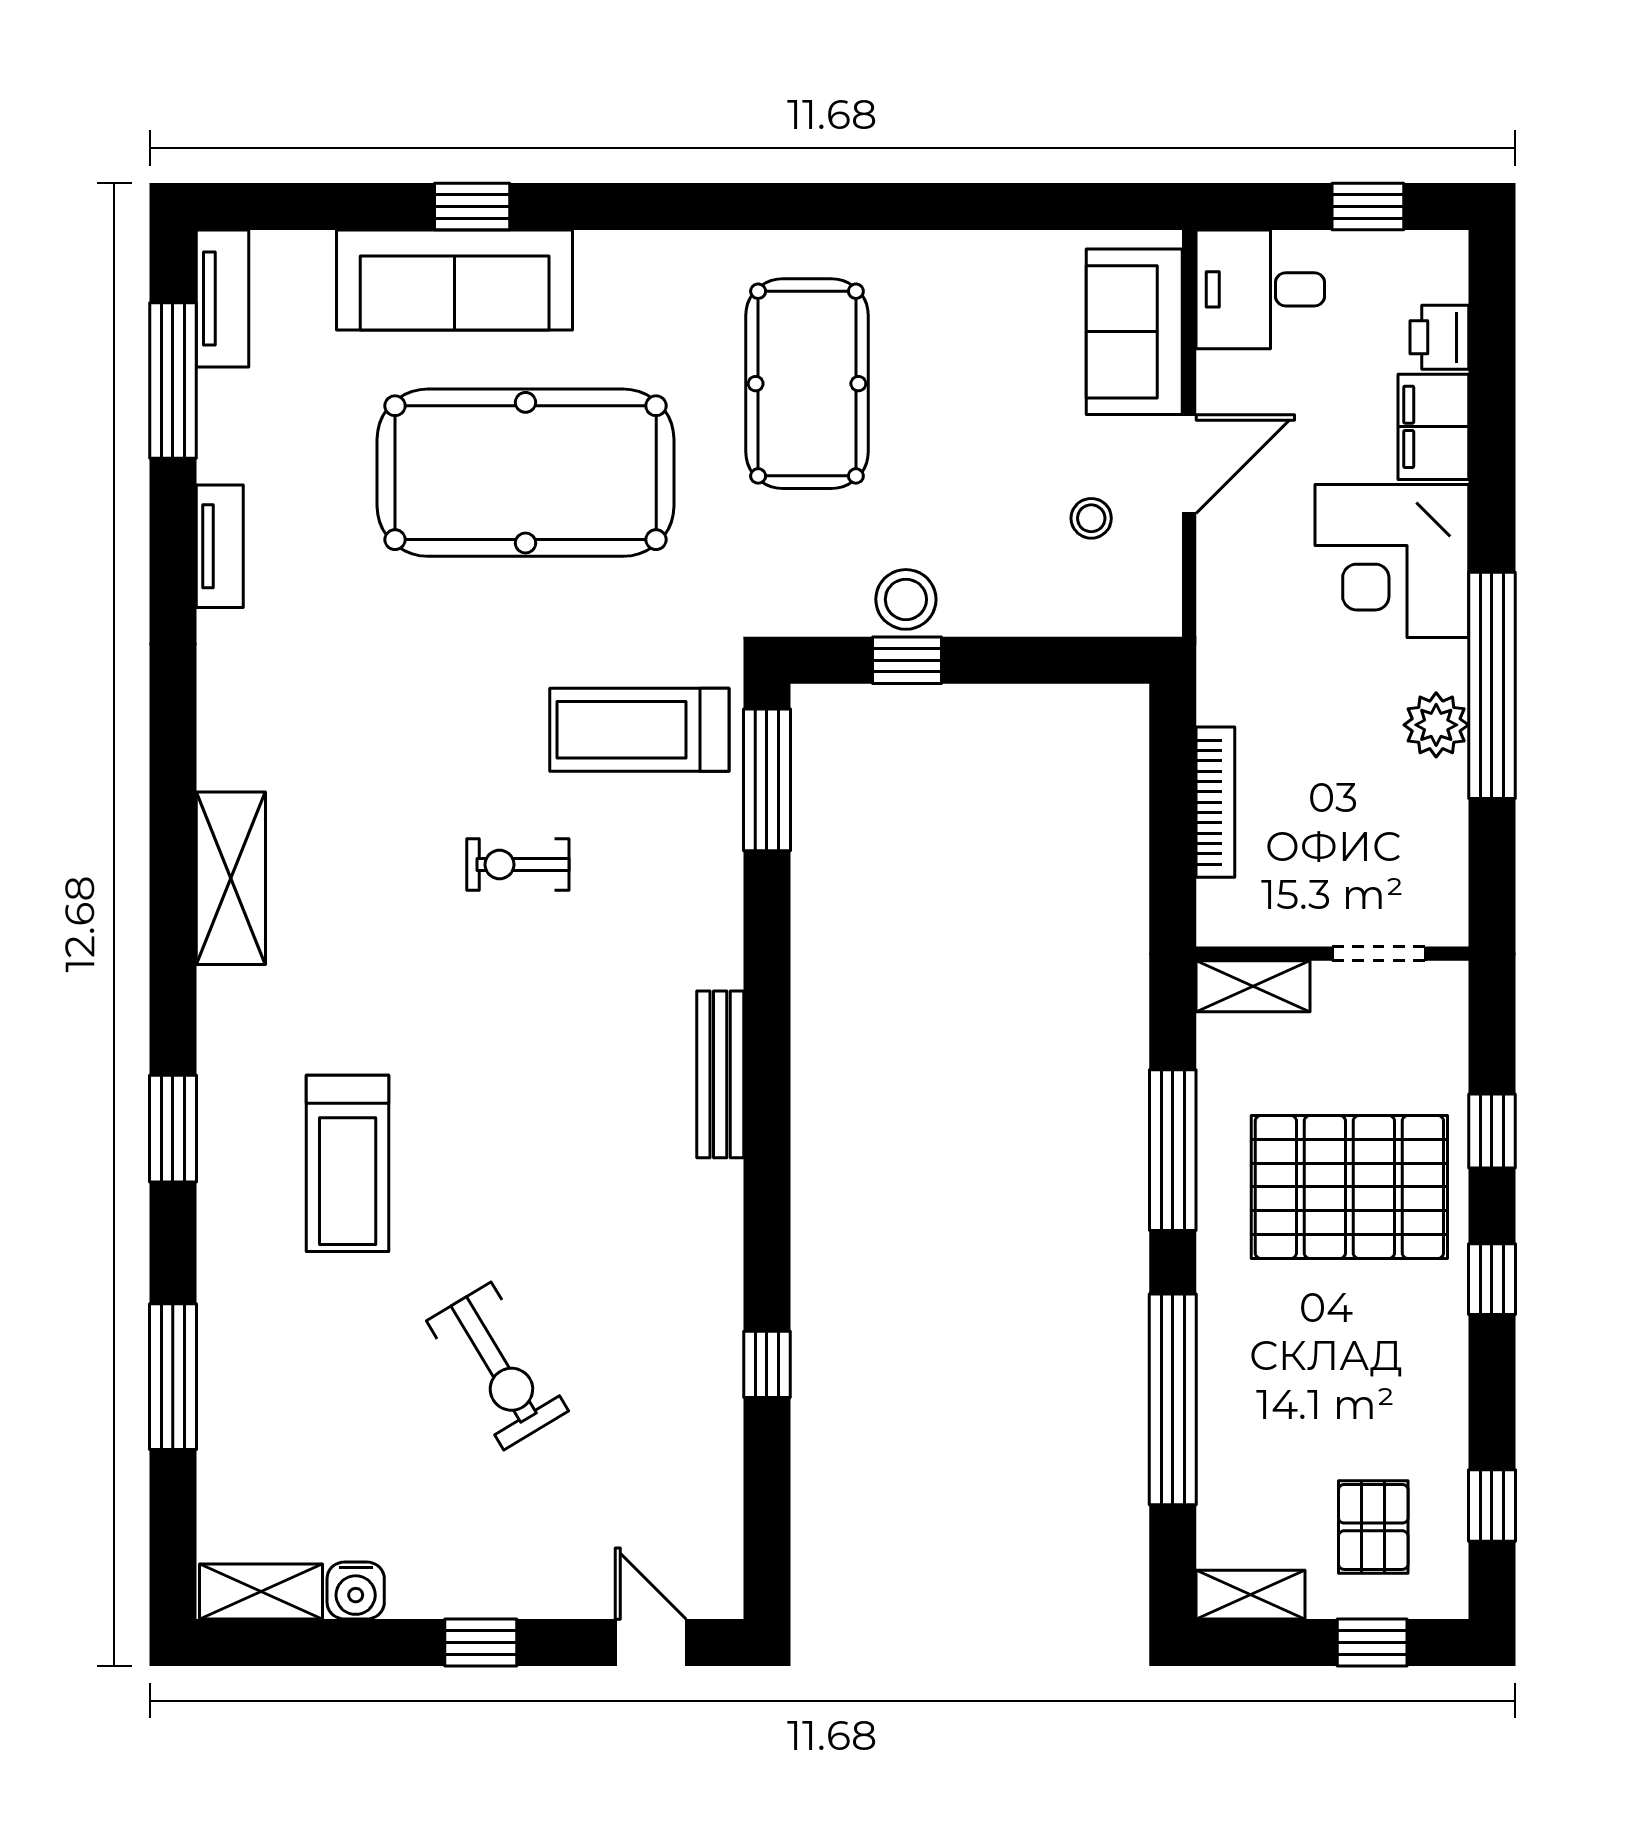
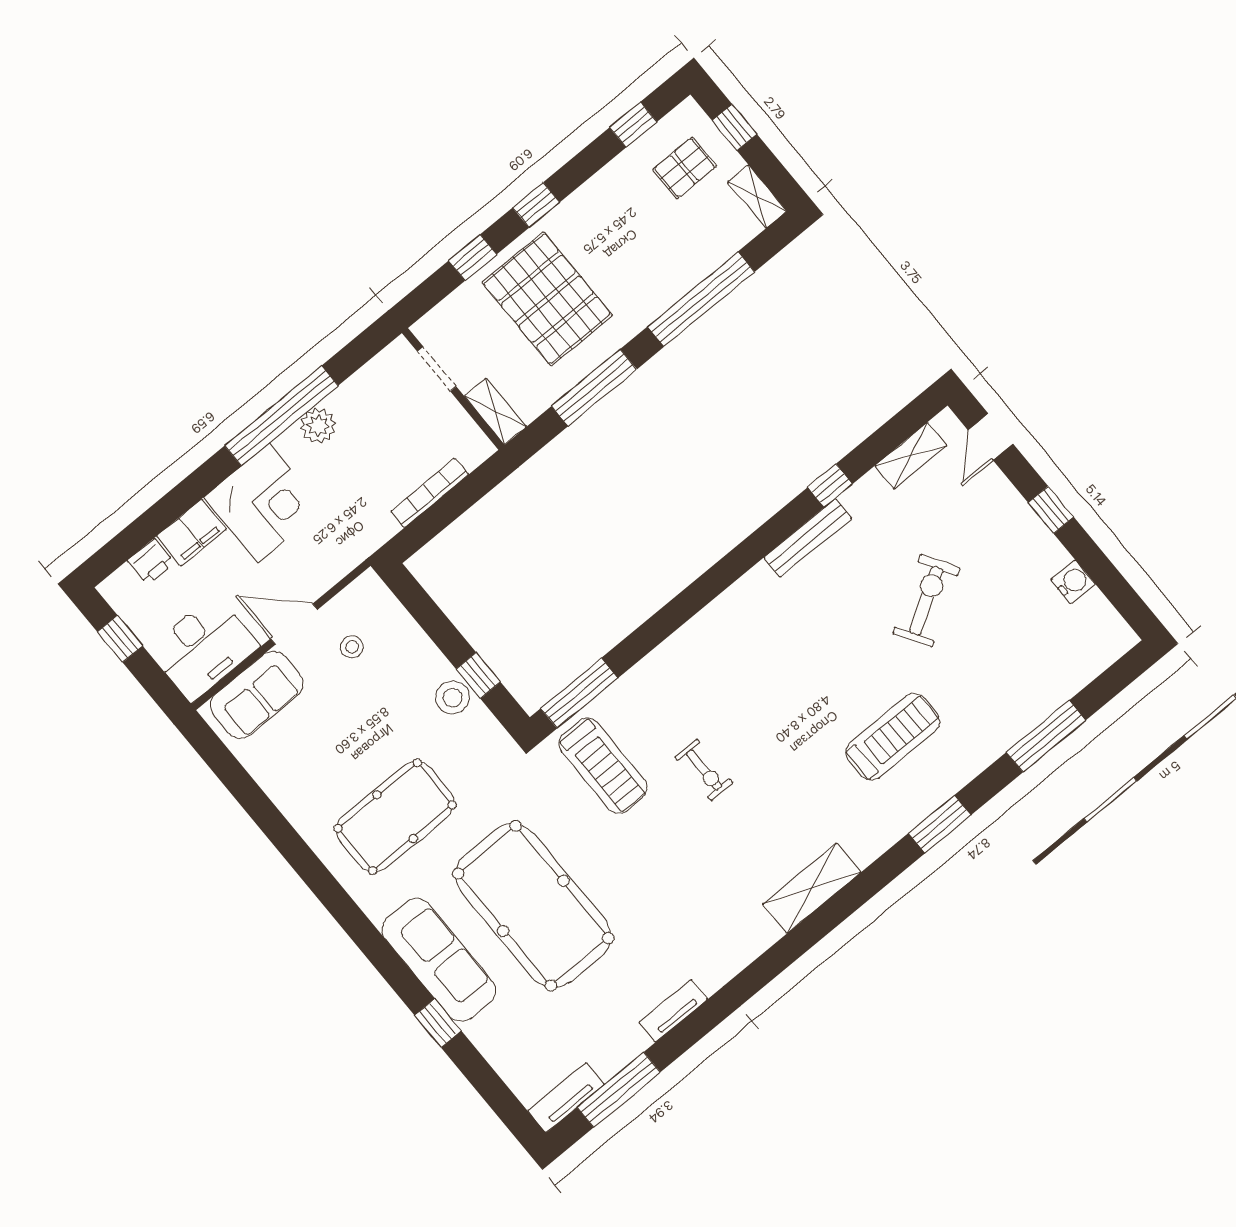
sofa: (455, 280) -> (439, 960), moved
desk: (1260, 289) -> (203, 648), width x1.37
bench: (720, 1074) -> (808, 538), moved
shelving: (261, 1591) -> (911, 456), moved, turned 90

